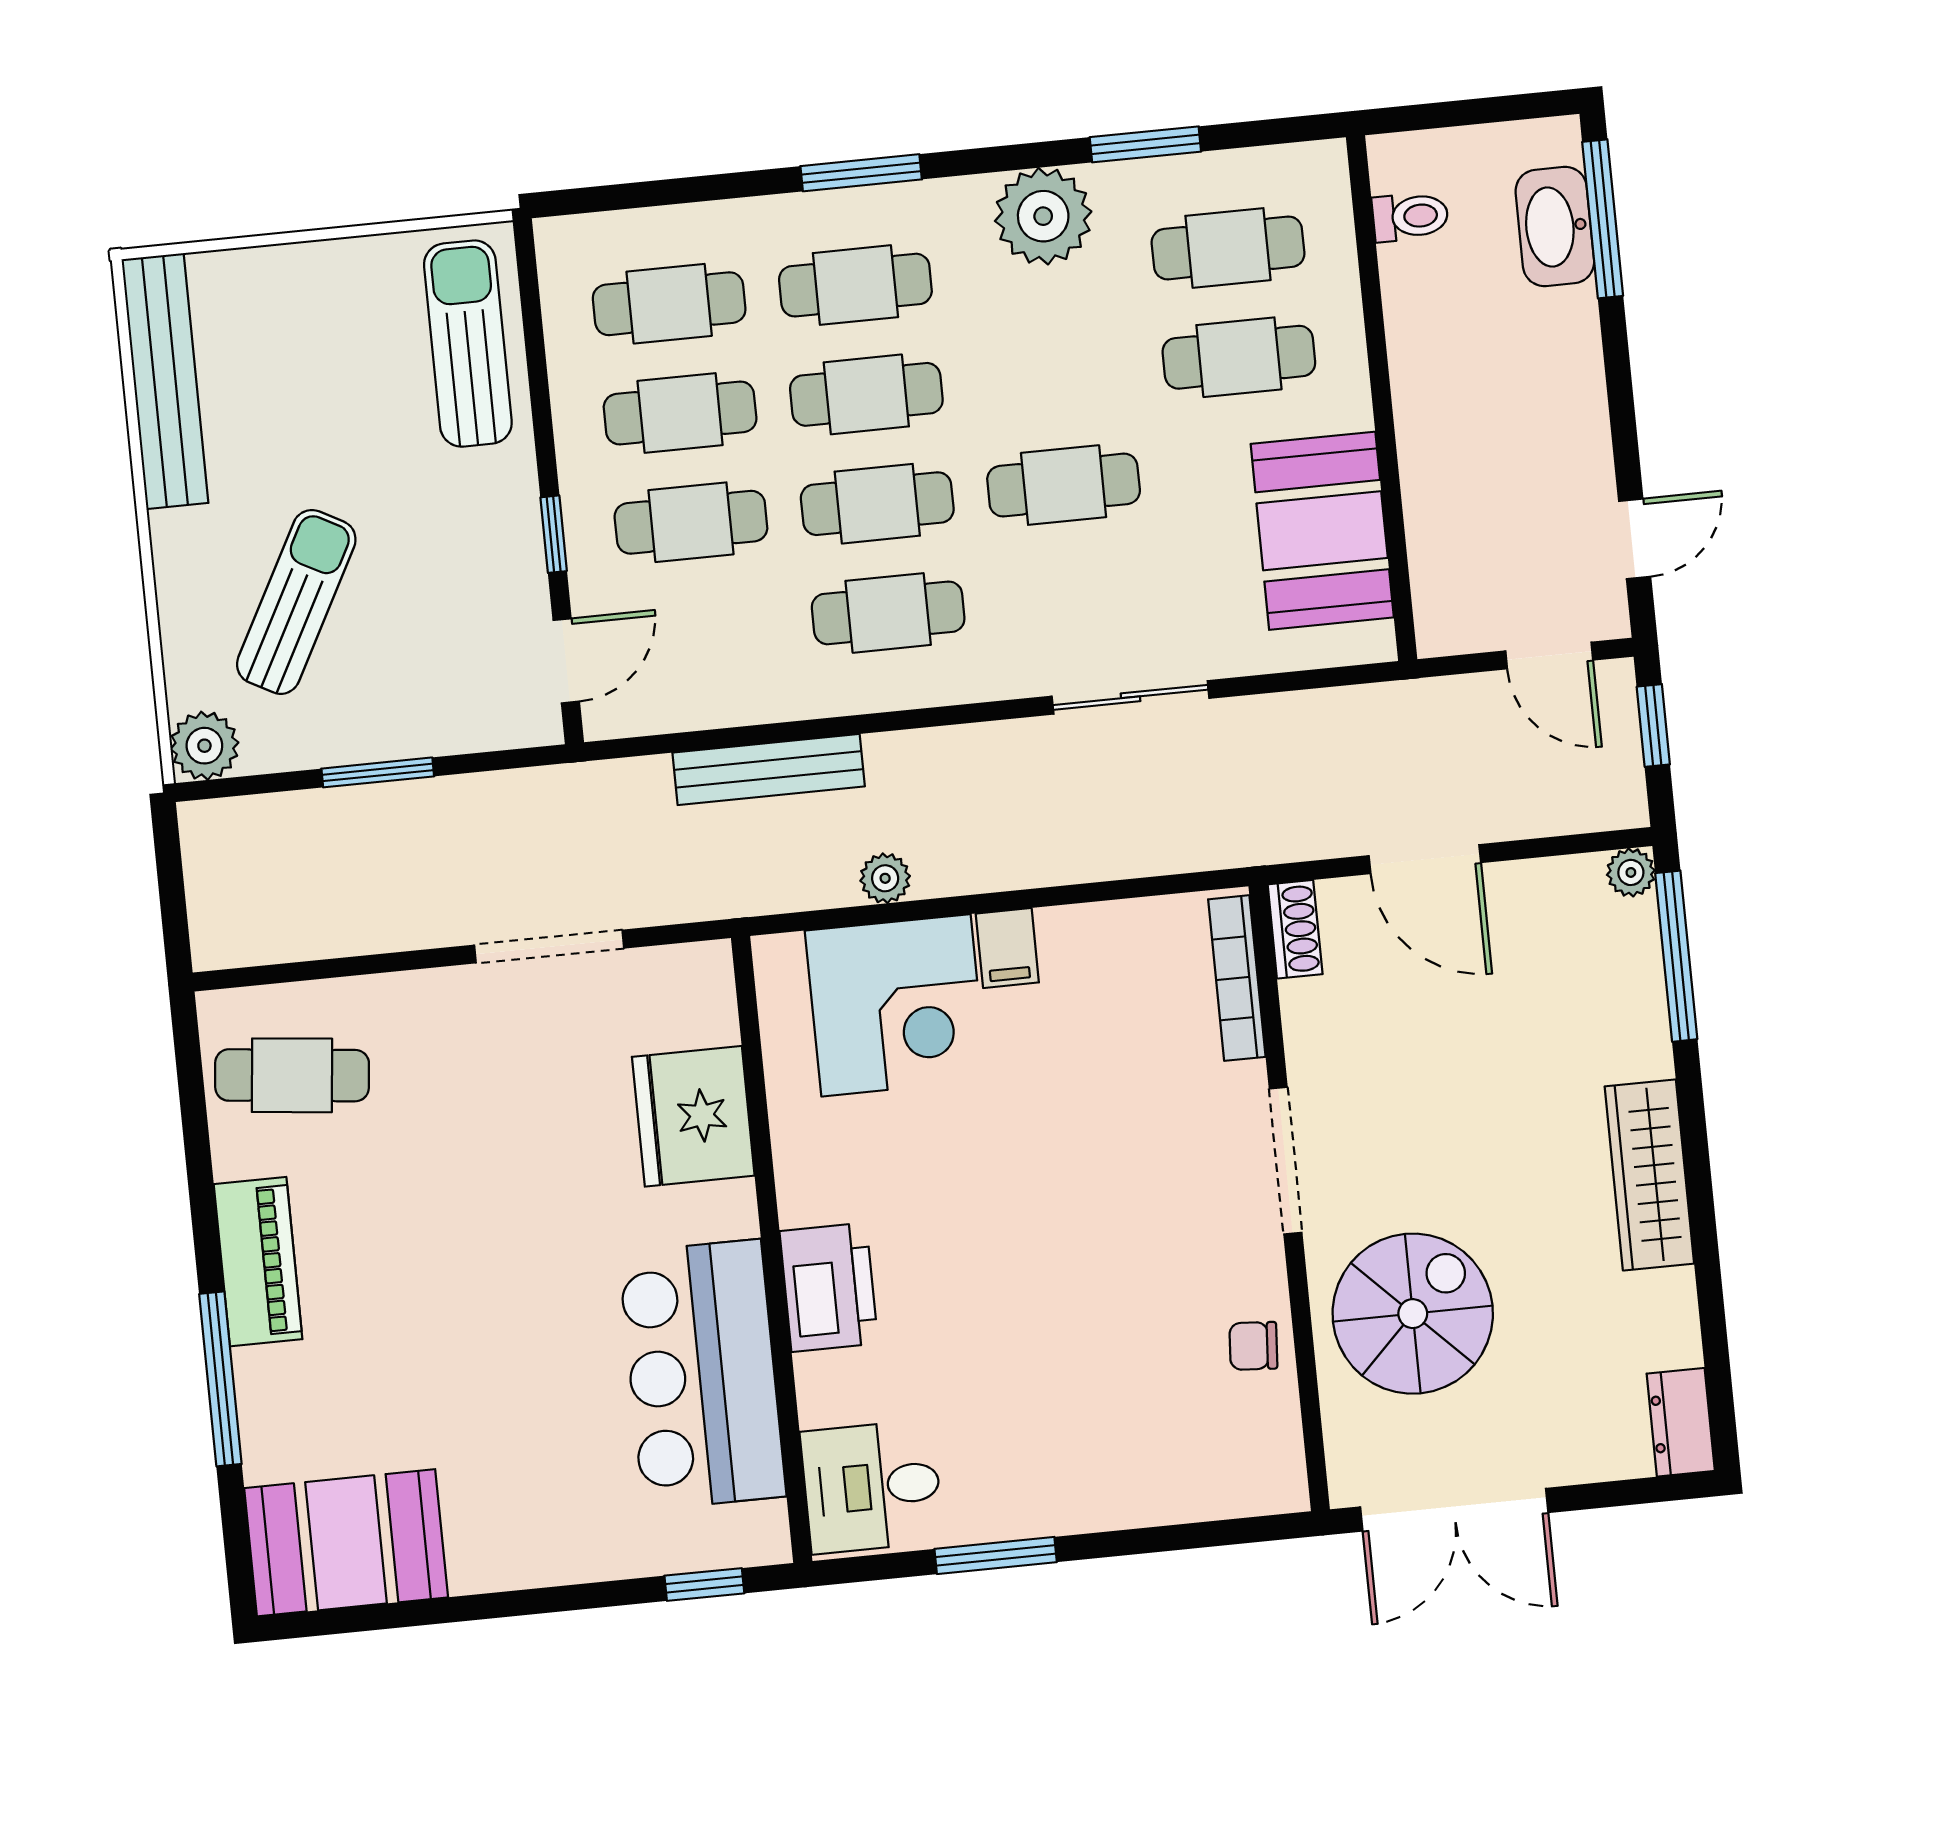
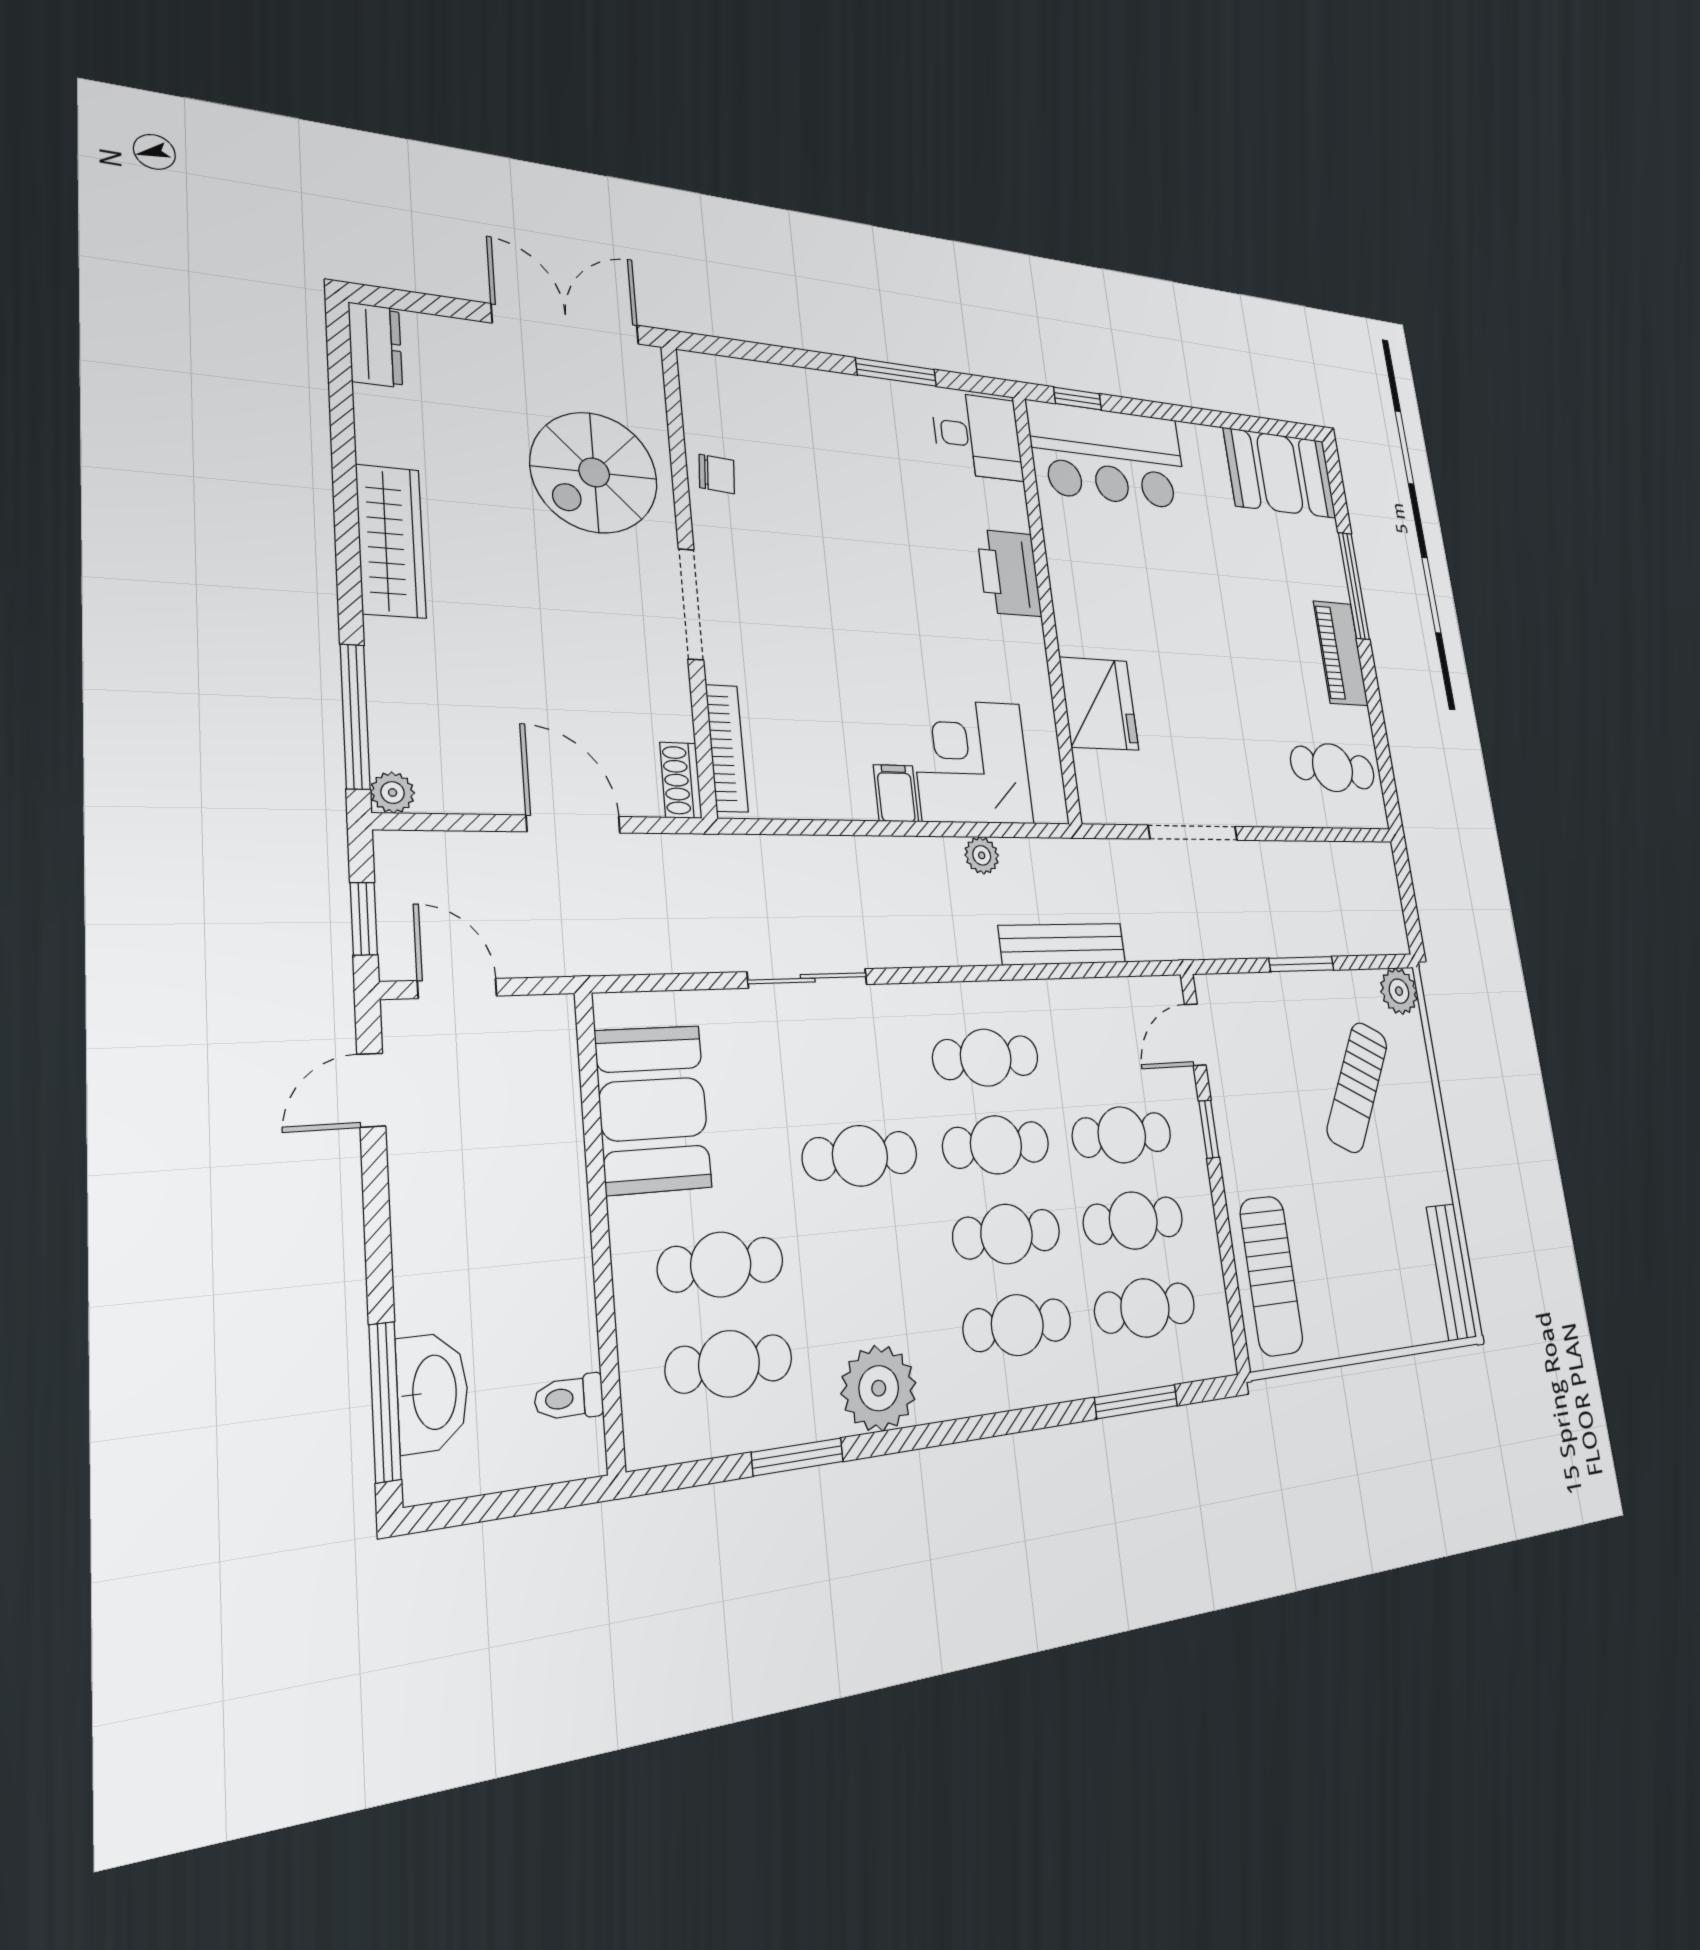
window: (861, 173) -> (1136, 1402), moved
bench: (165, 381) -> (1451, 1272), width x0.73, depth x0.82
bar counter: (702, 1375) -> (1108, 455), moved, turned 90

